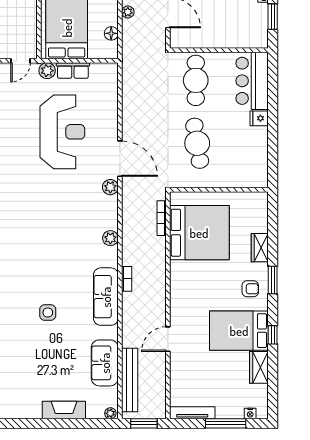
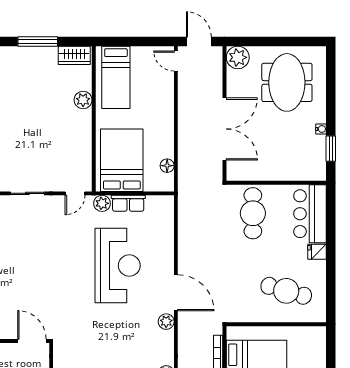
plant: (128, 12) -> (184, 144), removed
cafe table: (197, 143) -> (286, 291), moved, turned -65

